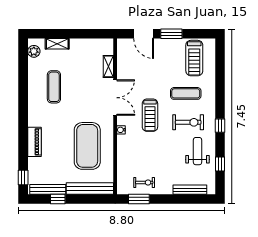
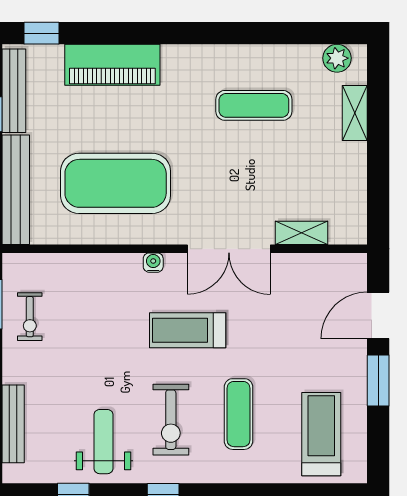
treadmill: (194, 58) -> (321, 434), turned 90
piano: (34, 142) -> (112, 65), width x1.37, depth x1.33
weight bench: (198, 151) -> (103, 442), turned -90

